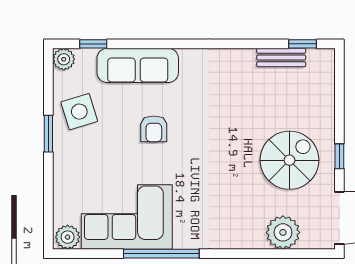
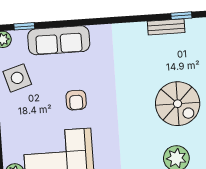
armchair: (154, 129) -> (76, 100), moved
spiral stairs: (289, 160) -> (178, 104), turned 90

